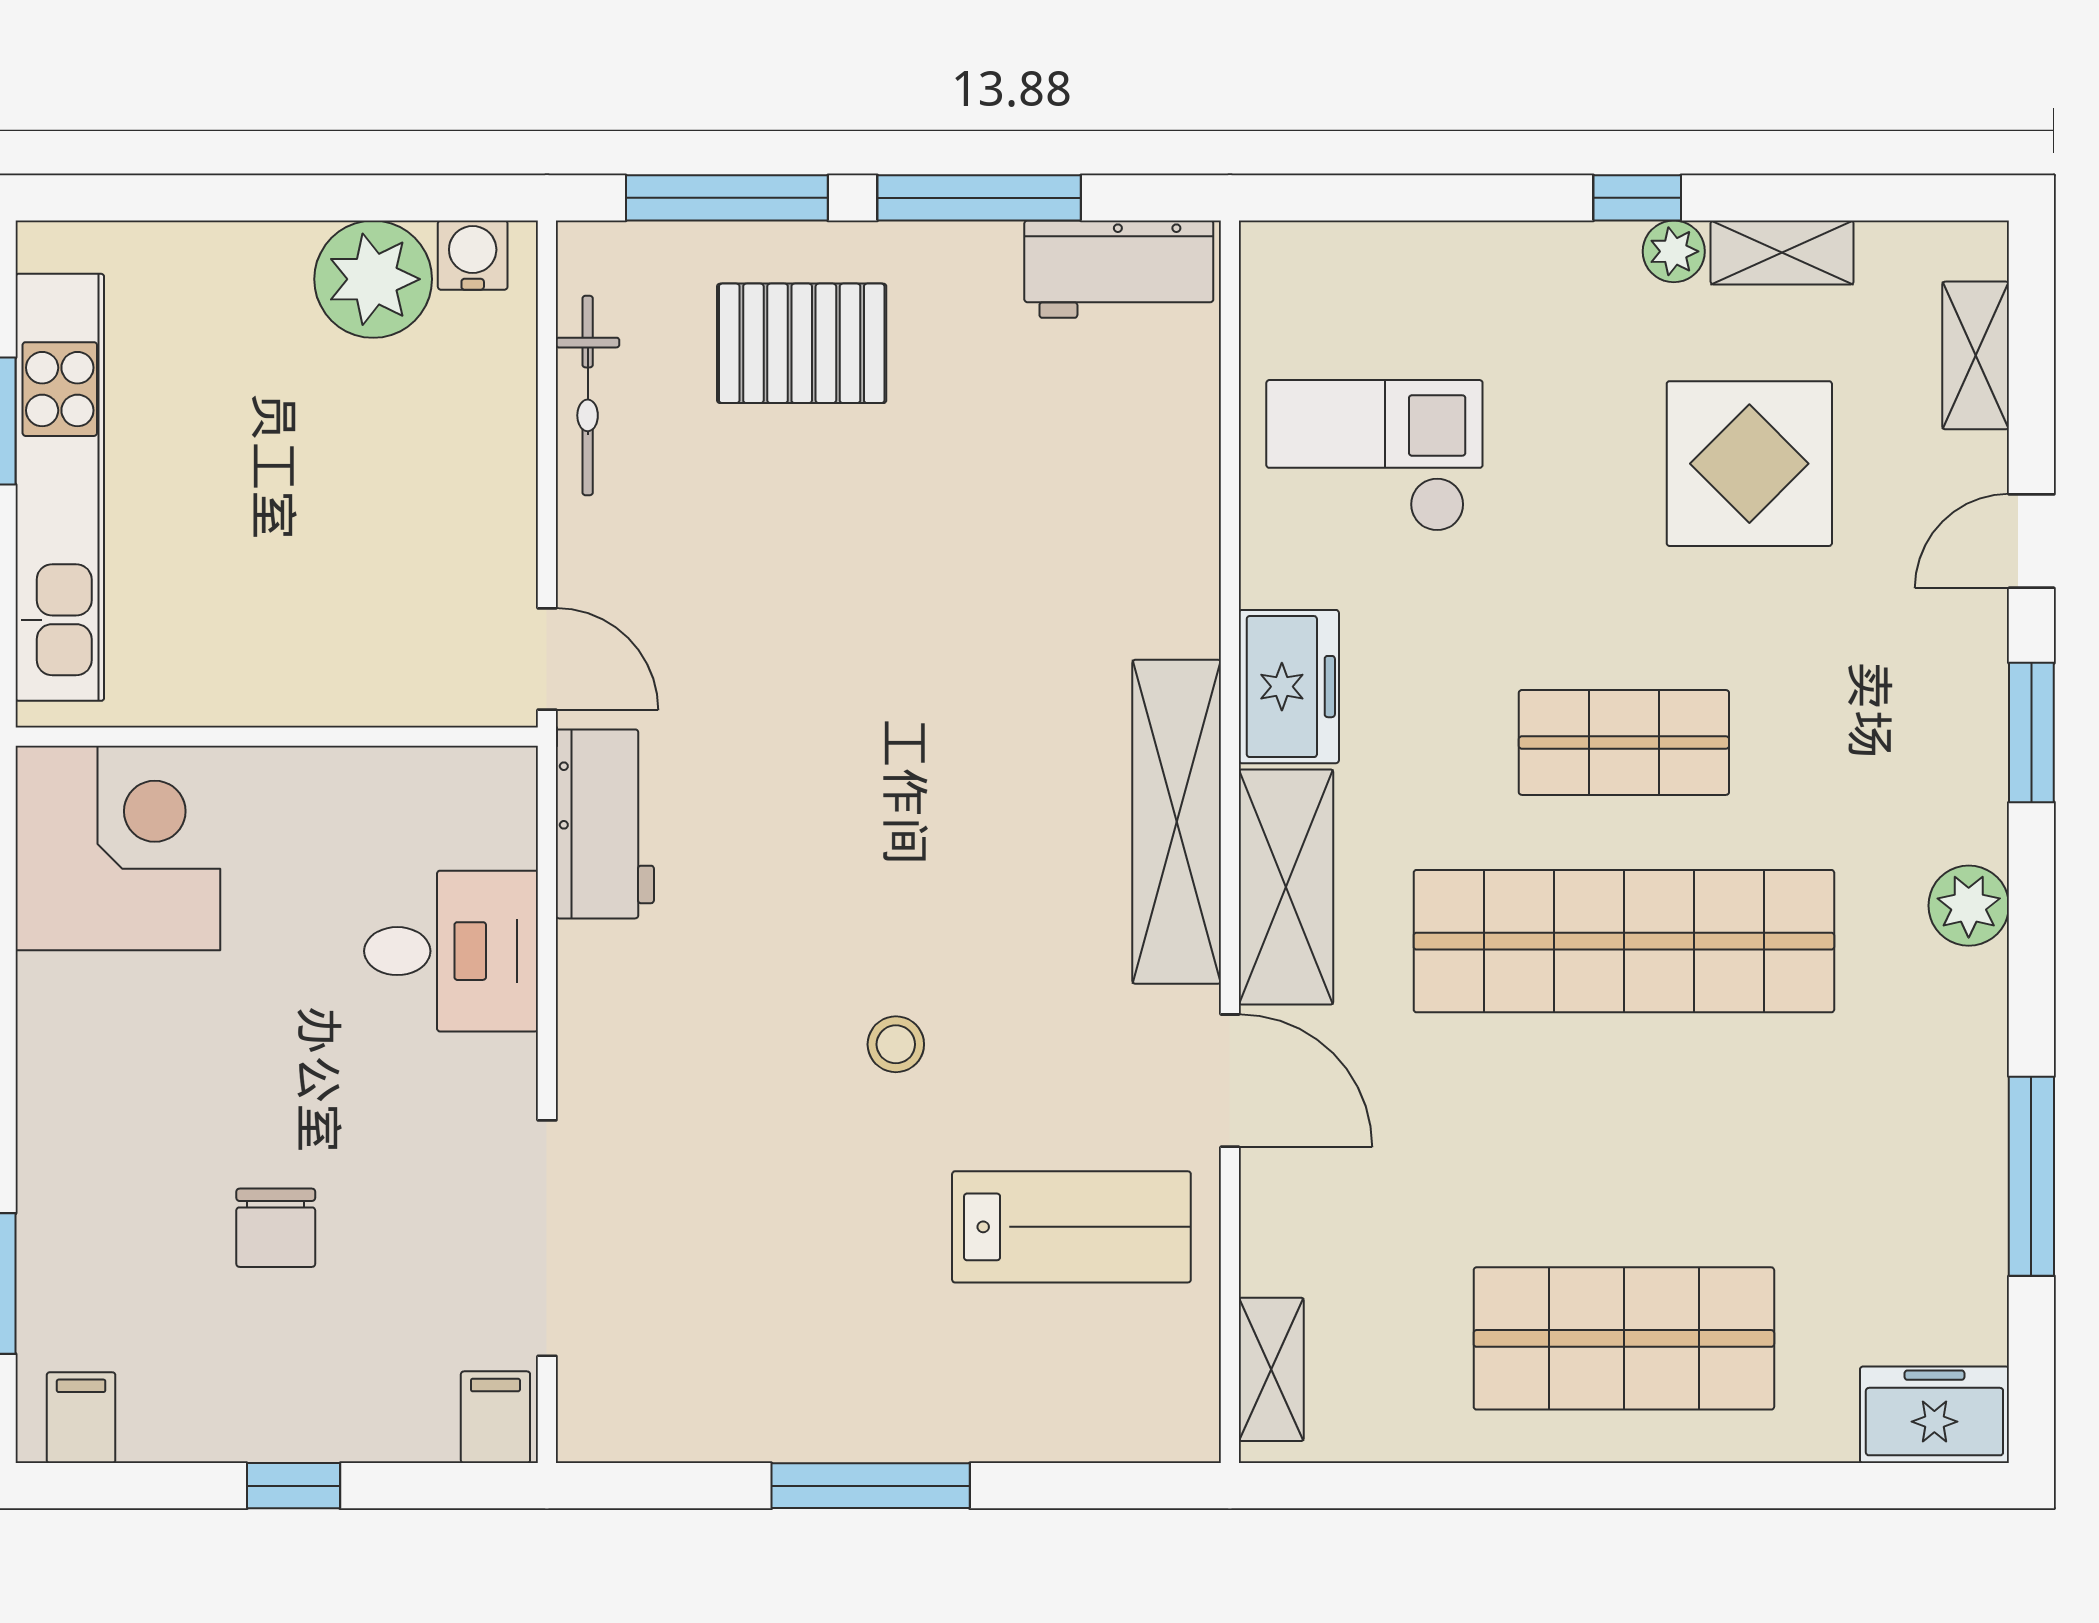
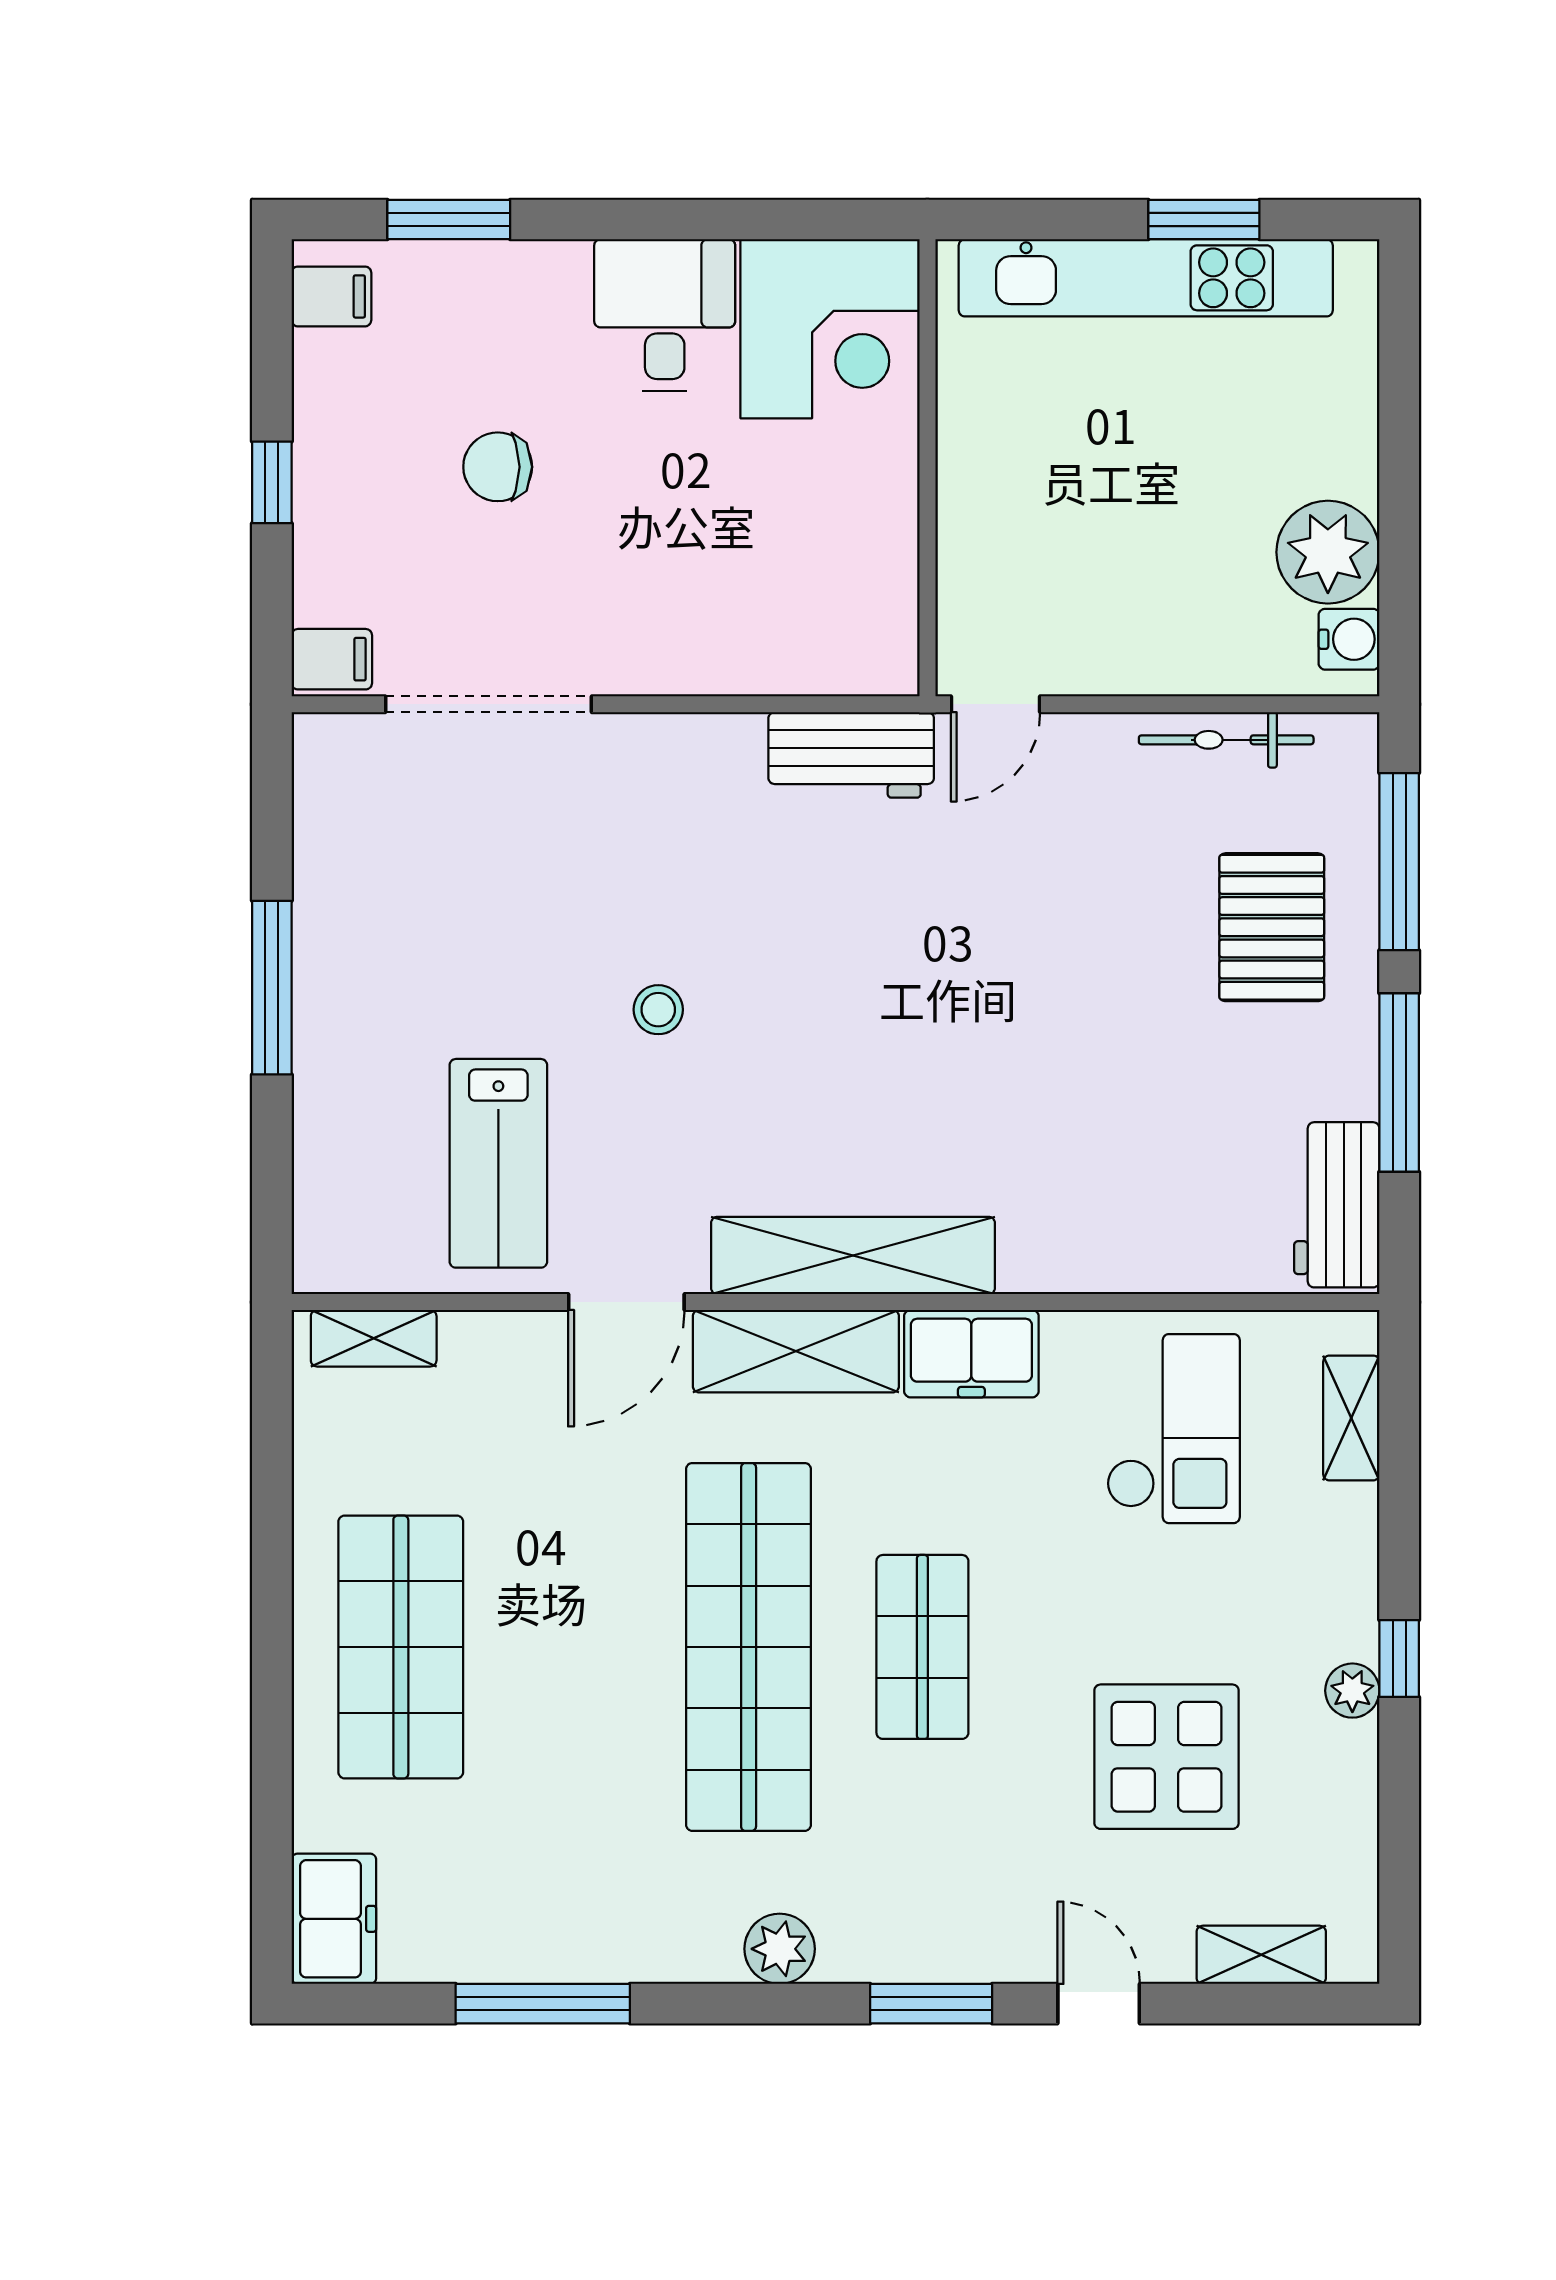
shelving: (1782, 253) -> (1351, 1418), moved
desk: (451, 951) -> (665, 315), moved, turned 180

